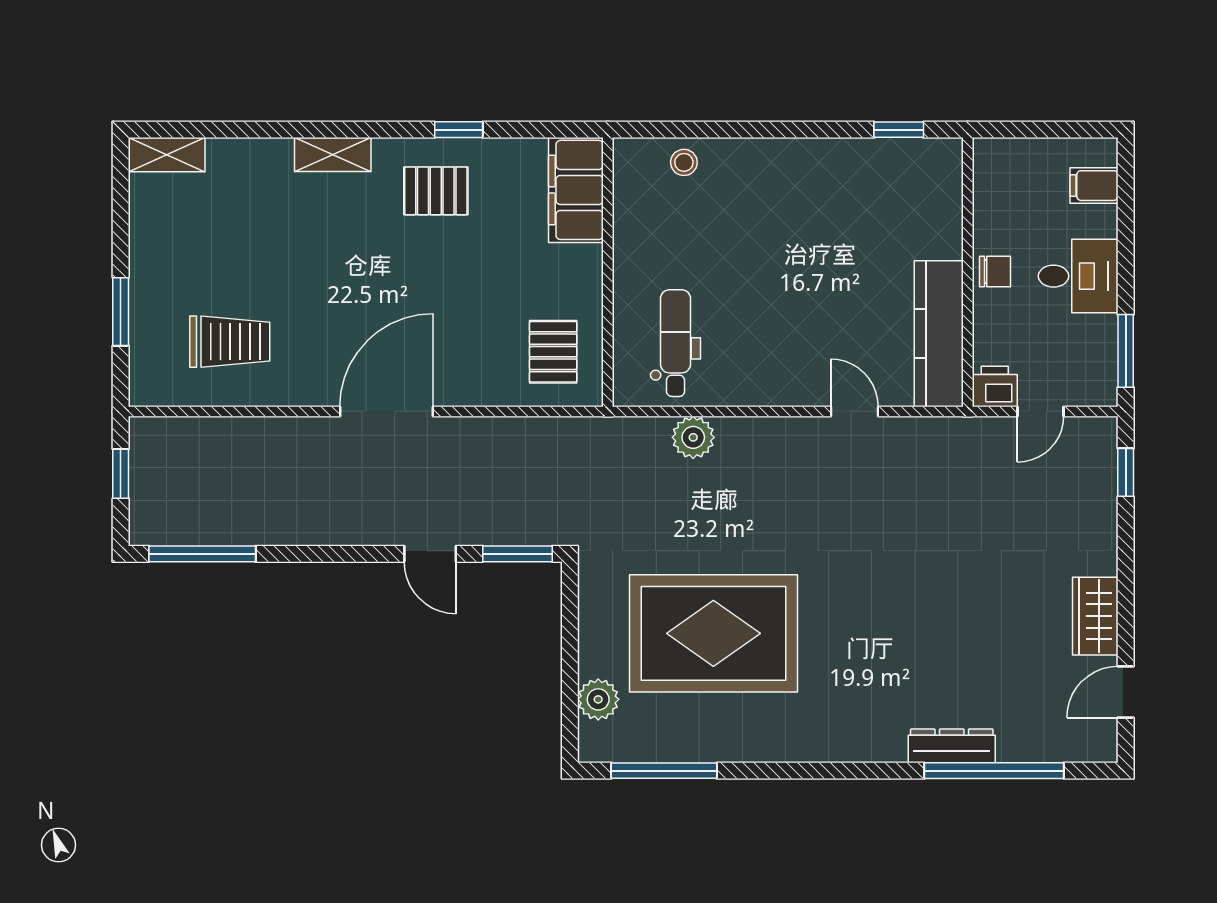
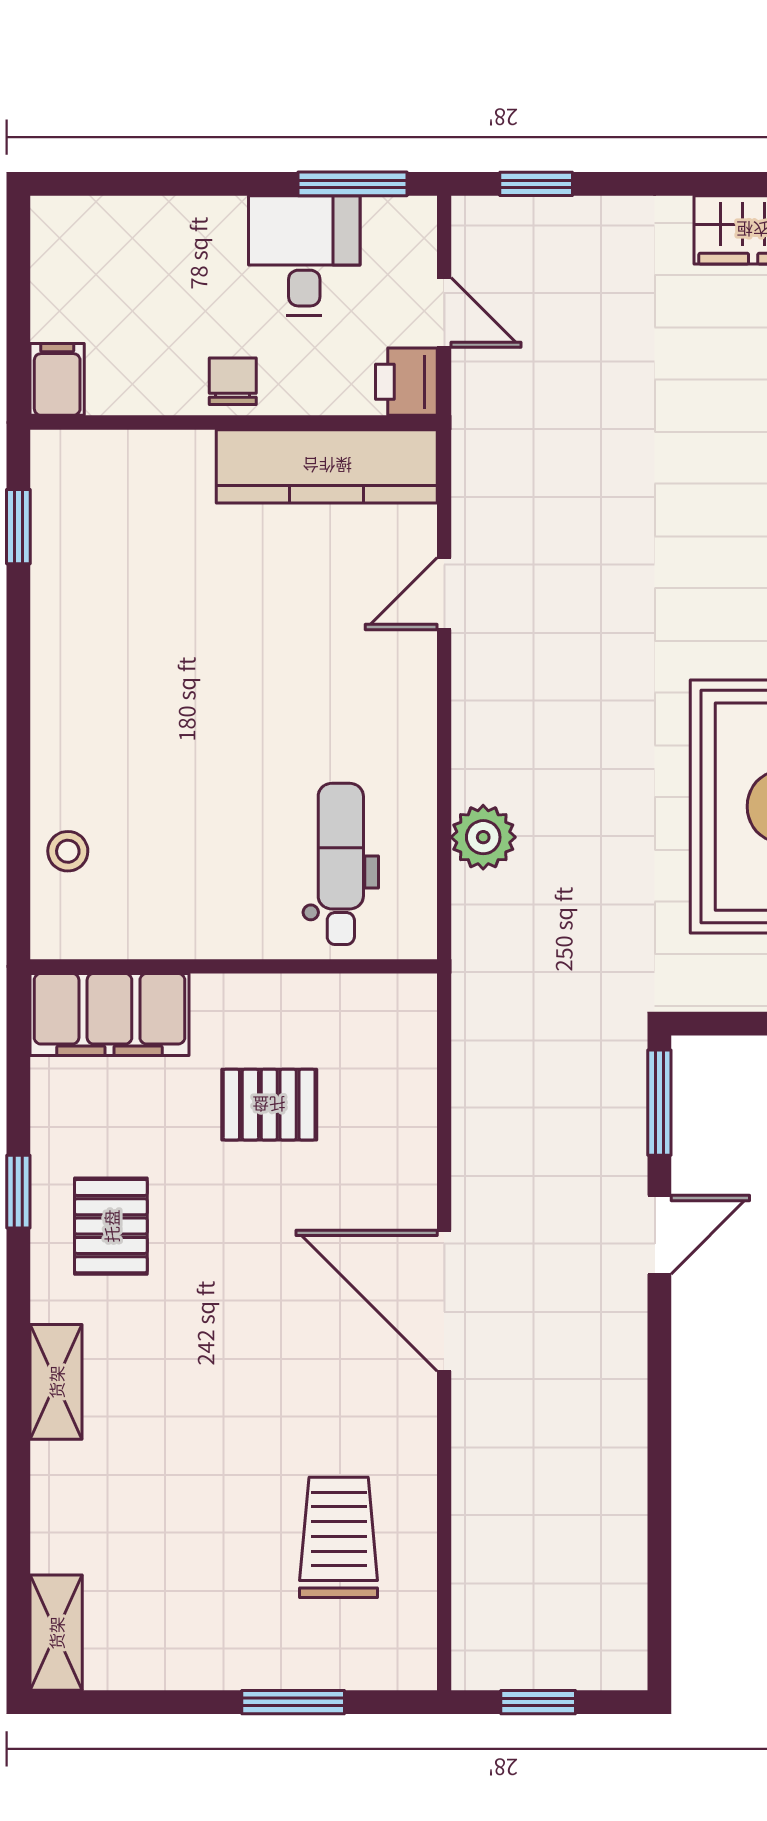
filing cabinet: (1094, 186) -> (57, 379), moved, turned 180
desk: (1078, 276) -> (304, 256), moved
dental chair: (676, 343) -> (341, 864), turned 90
pallet: (553, 352) -> (269, 1105), moved
window: (202, 554) -> (659, 1579), removed

